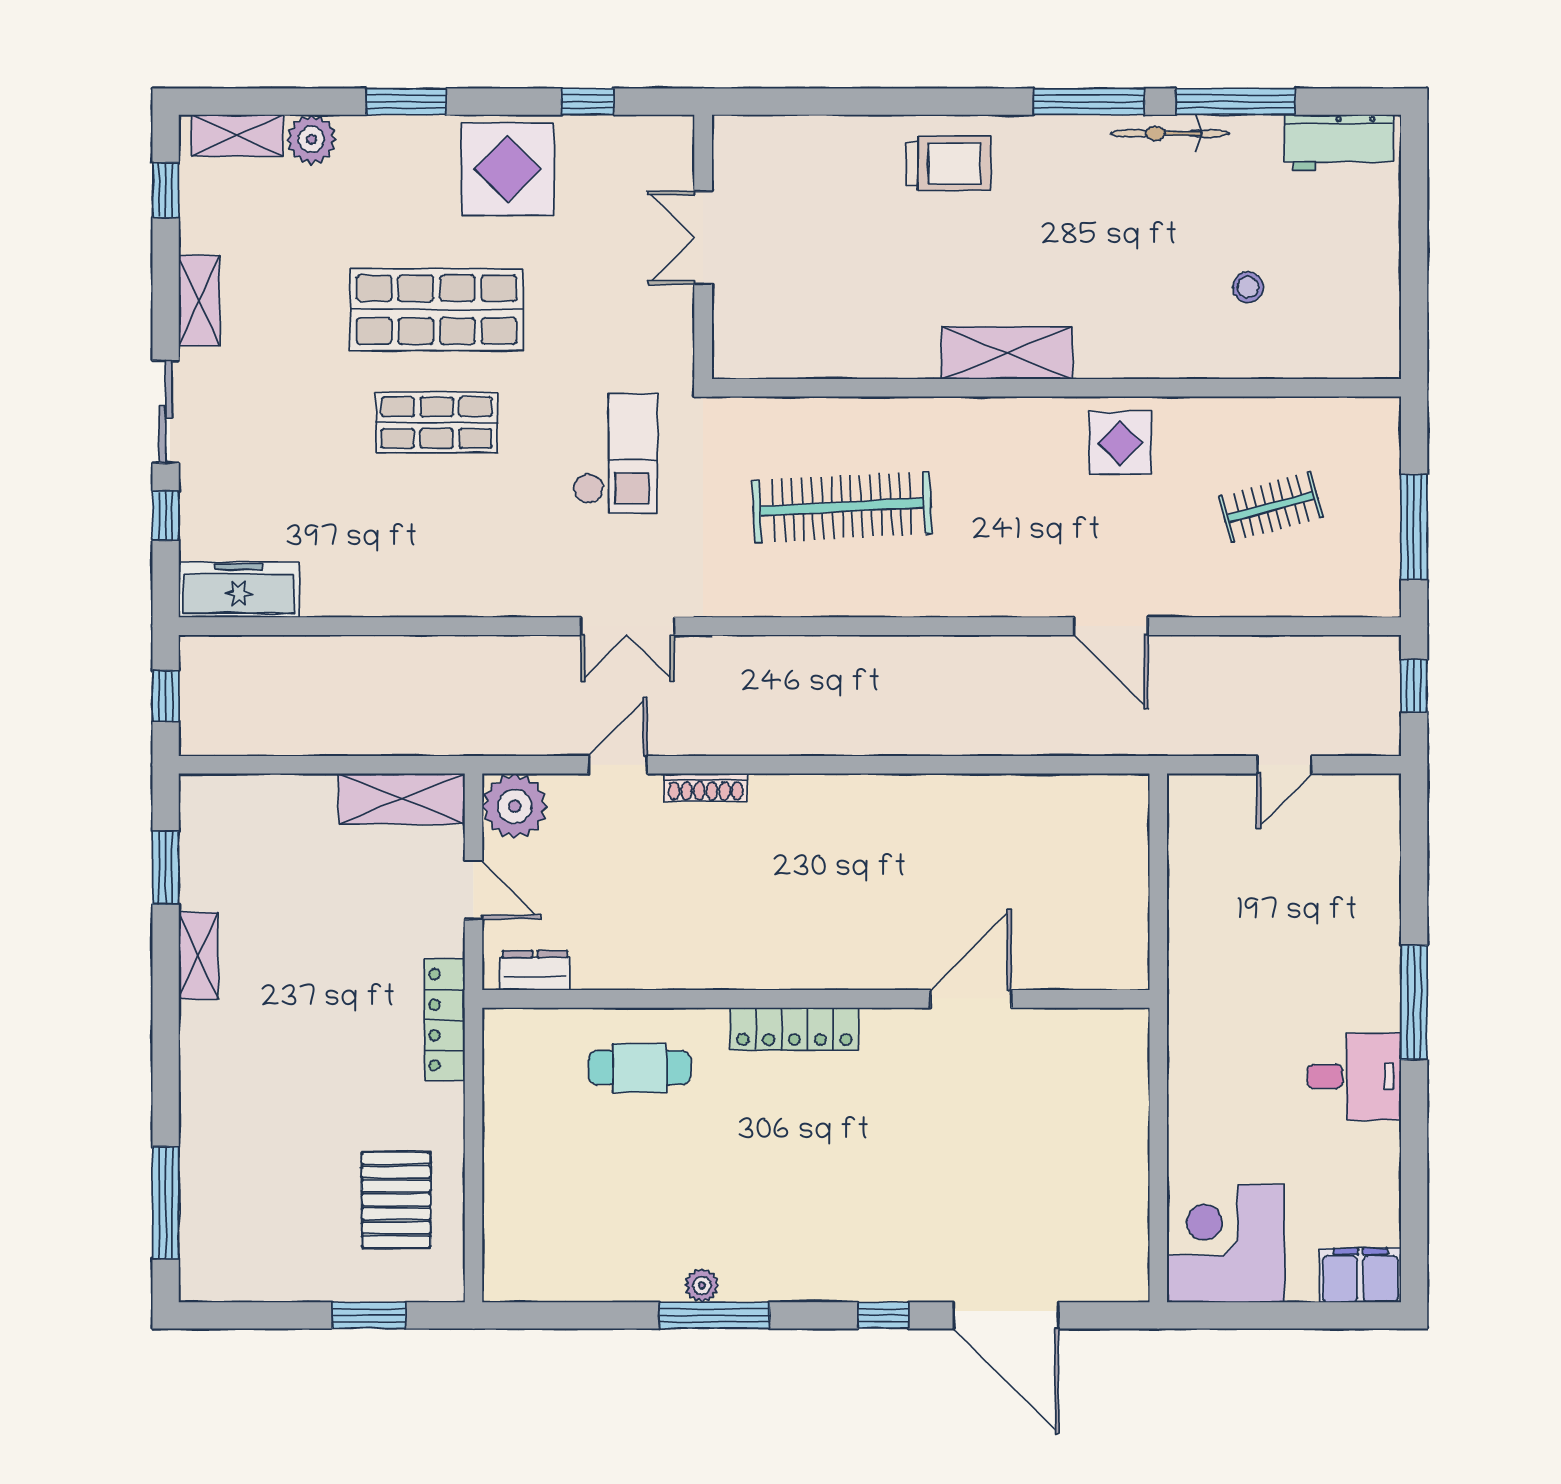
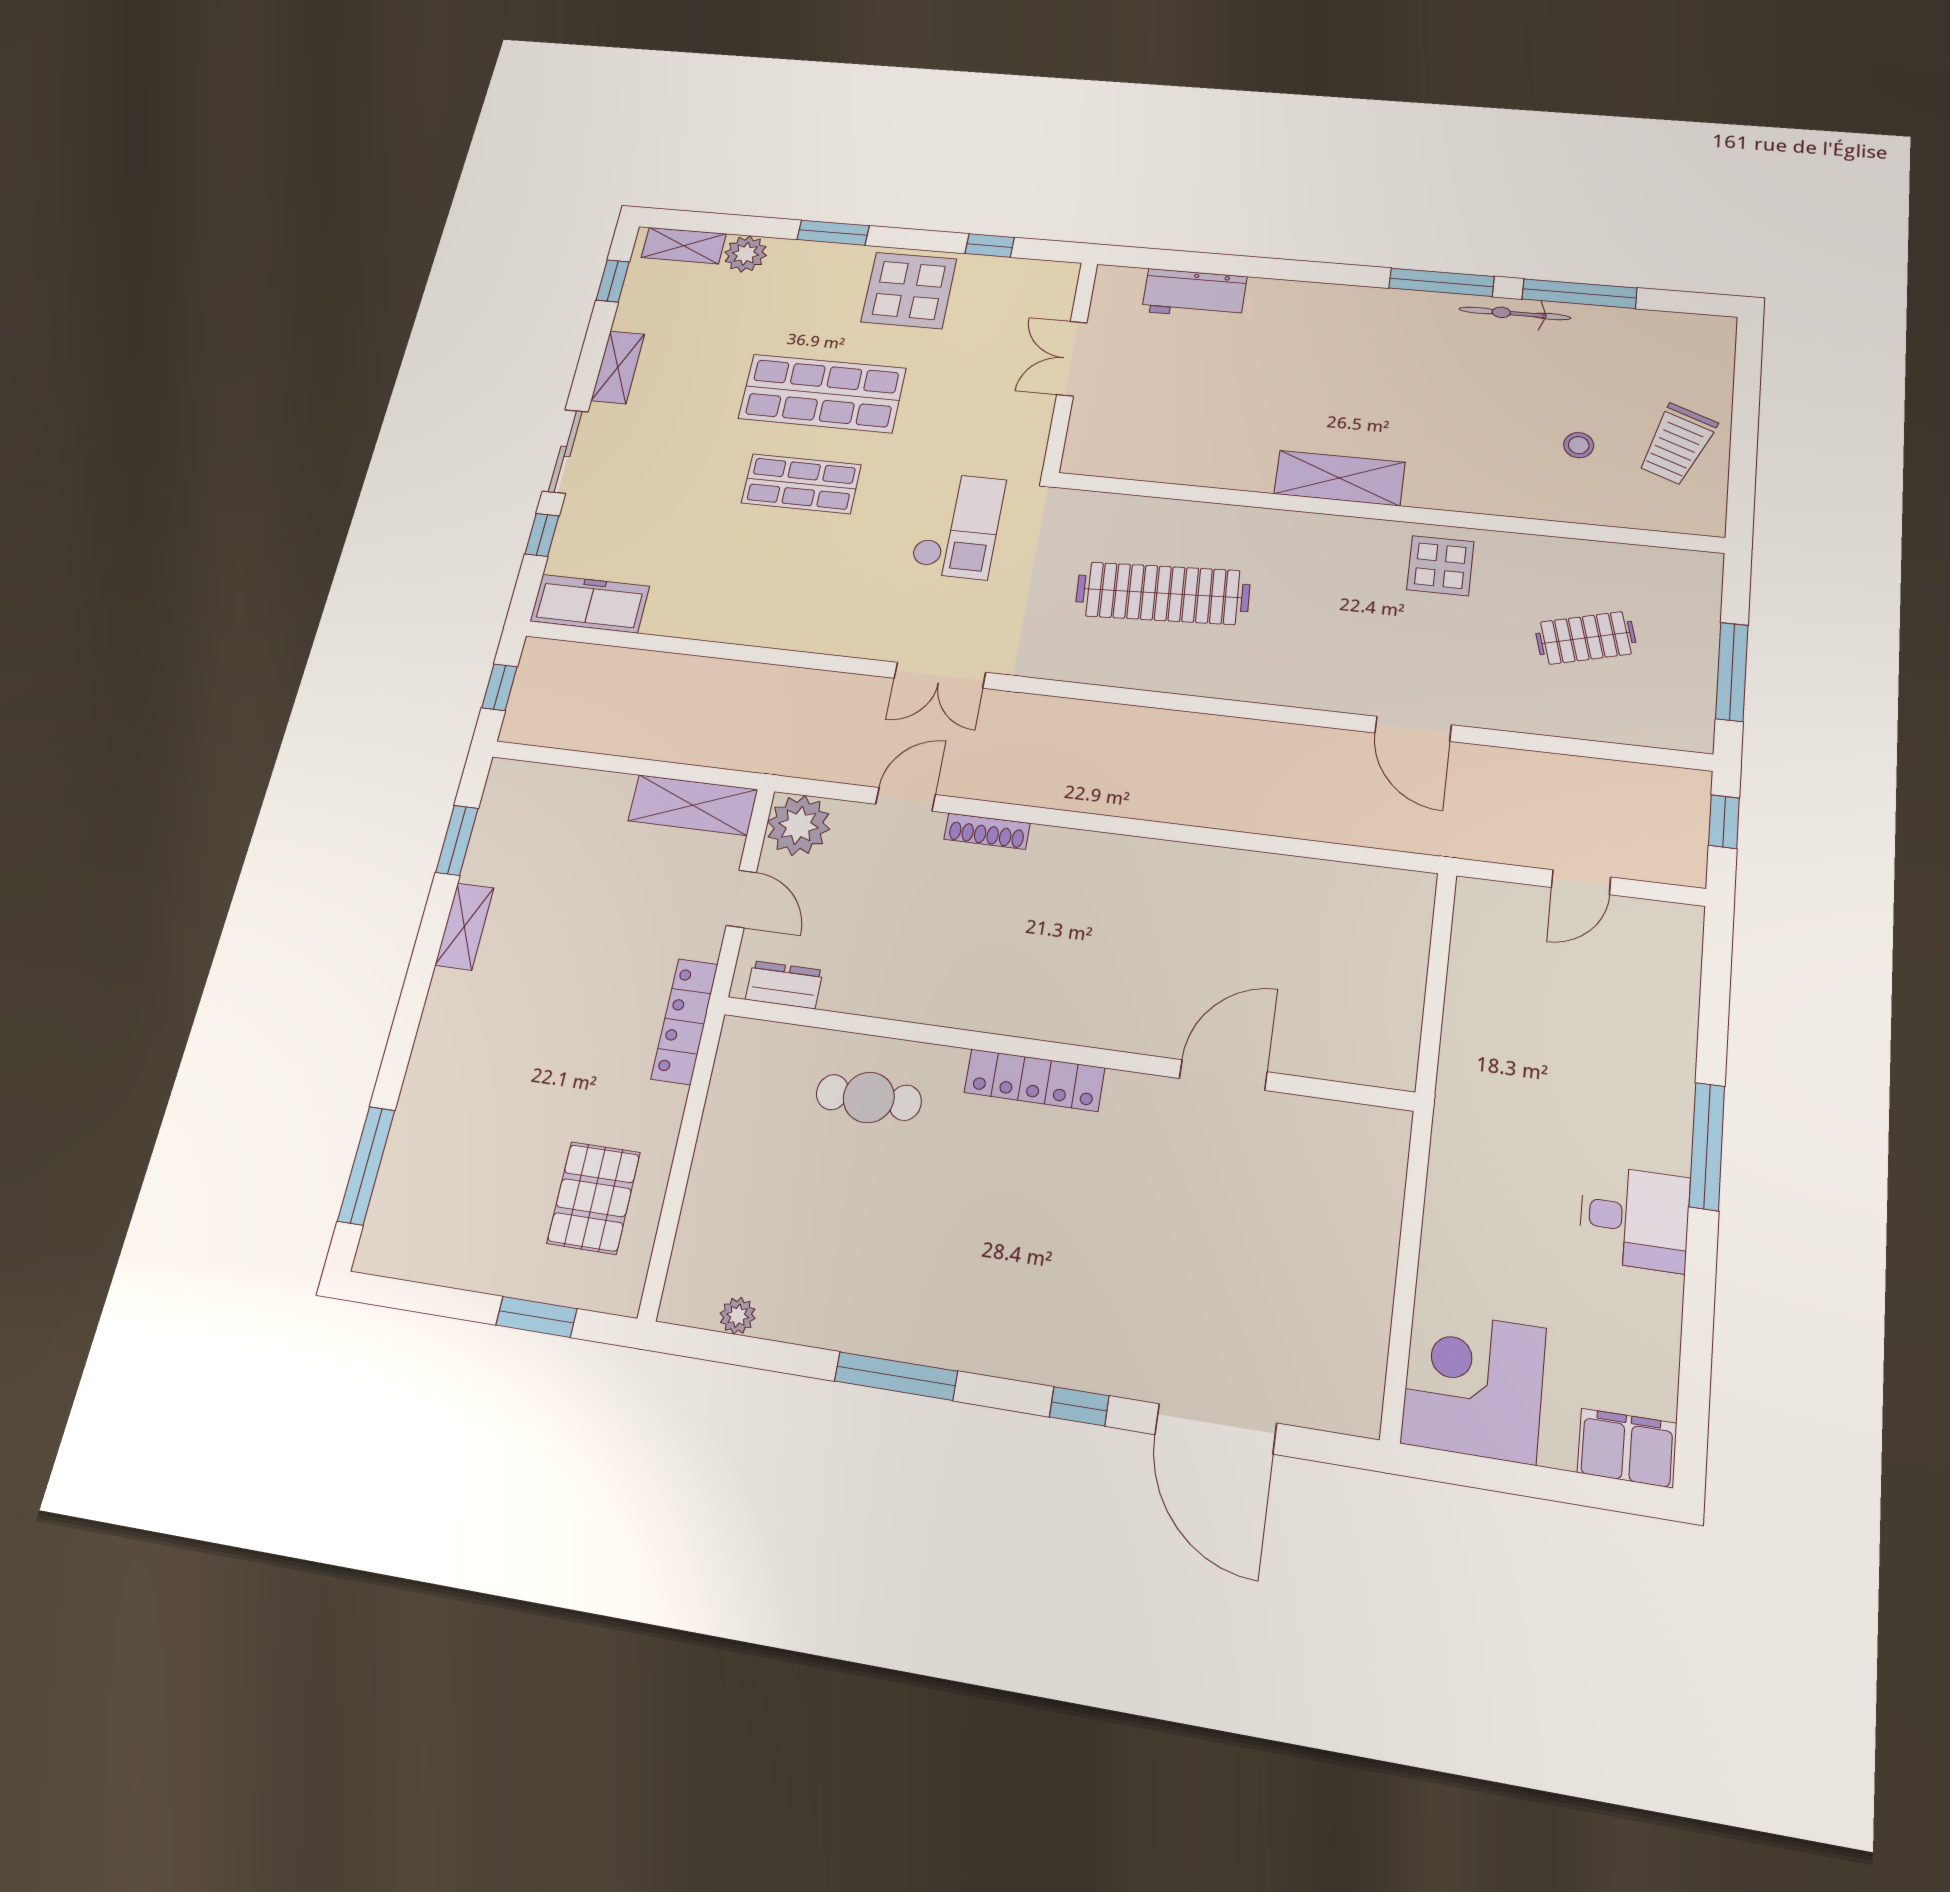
workbench: (1339, 143) -> (1194, 294), moved
trolley: (948, 163) -> (1677, 444), moved, turned 111
plant: (702, 1285) -> (738, 1316), moved

